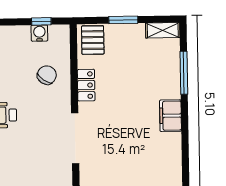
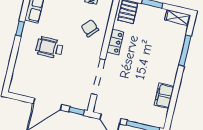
chair: (47, 75) -> (90, 28), turned -81
filing cabinet: (171, 116) -> (164, 96), moved

